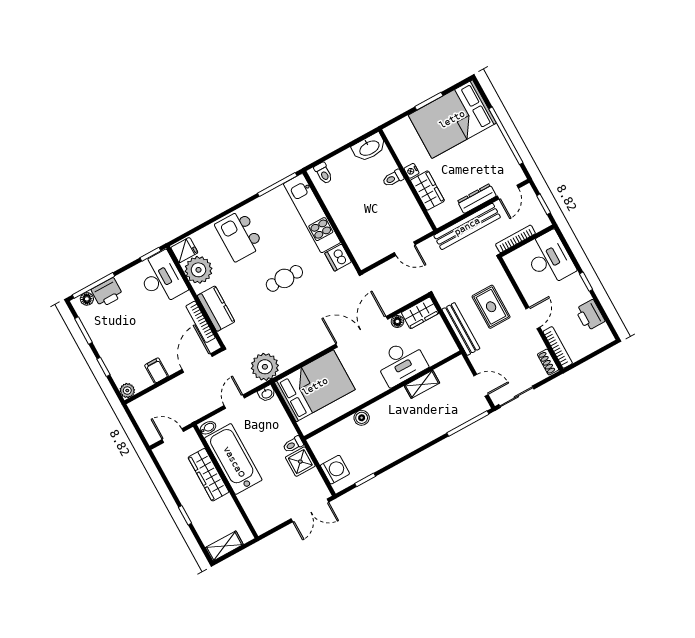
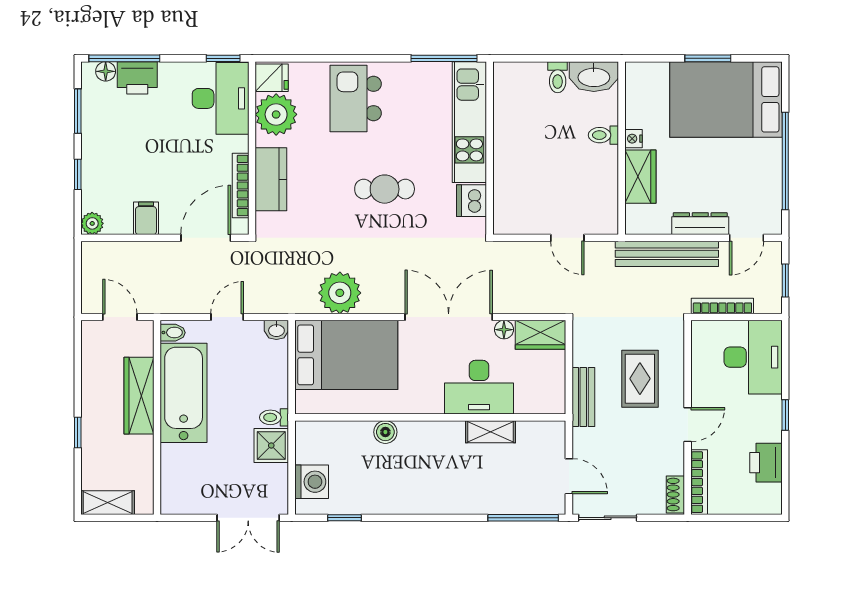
toilet: (323, 173) -> (558, 77), moved
bench: (461, 329) -> (583, 397), width x0.73
plant: (265, 367) -> (340, 293), moved

